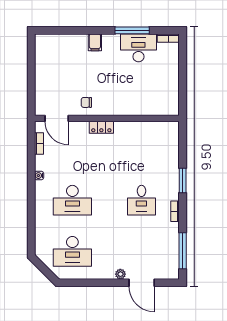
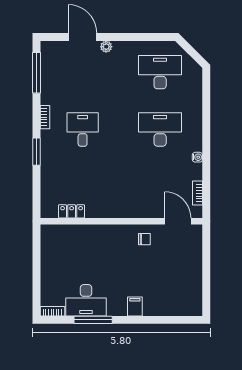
locker: (101, 127) -> (72, 211), moved

